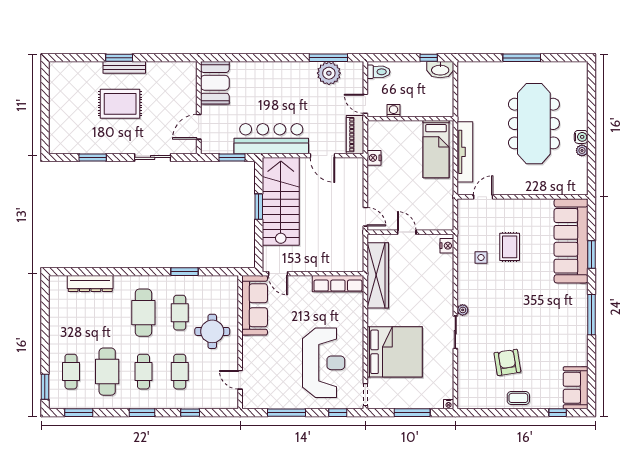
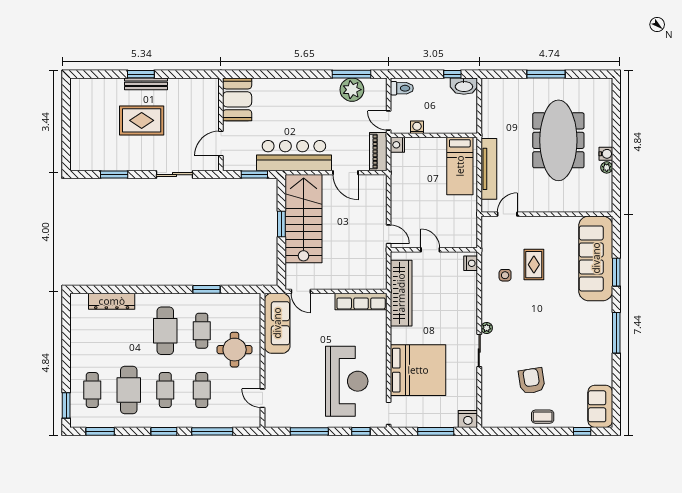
nightstand: (374, 158) -> (397, 145), moved
nightstand: (449, 404) -> (468, 419), width x1.89, depth x1.79
window: (190, 413) -> (212, 431), width x2.17

